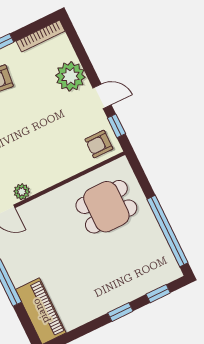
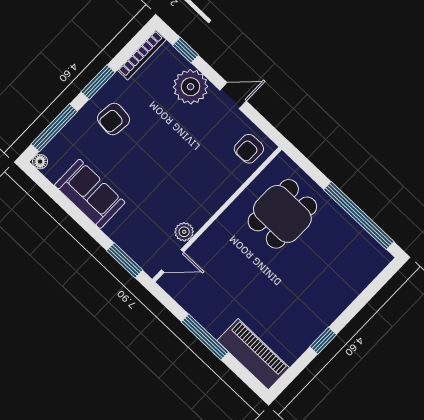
window: (116, 126) -> (186, 50), moved
window: (158, 294) -> (374, 287), removed
window: (120, 312) -> (323, 341), moved

